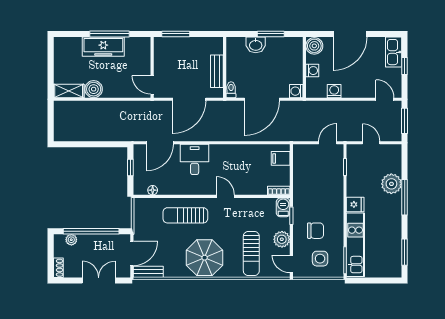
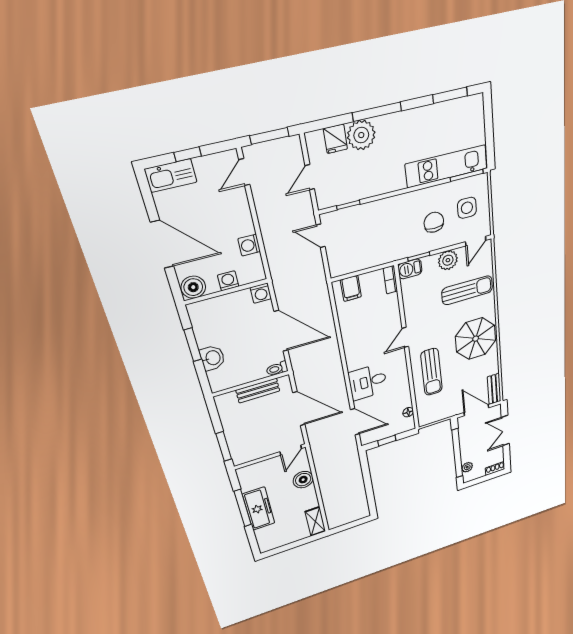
boiler: (94, 89) -> (303, 480), moved
fridge: (355, 204) -> (335, 139), moved, turned 180

